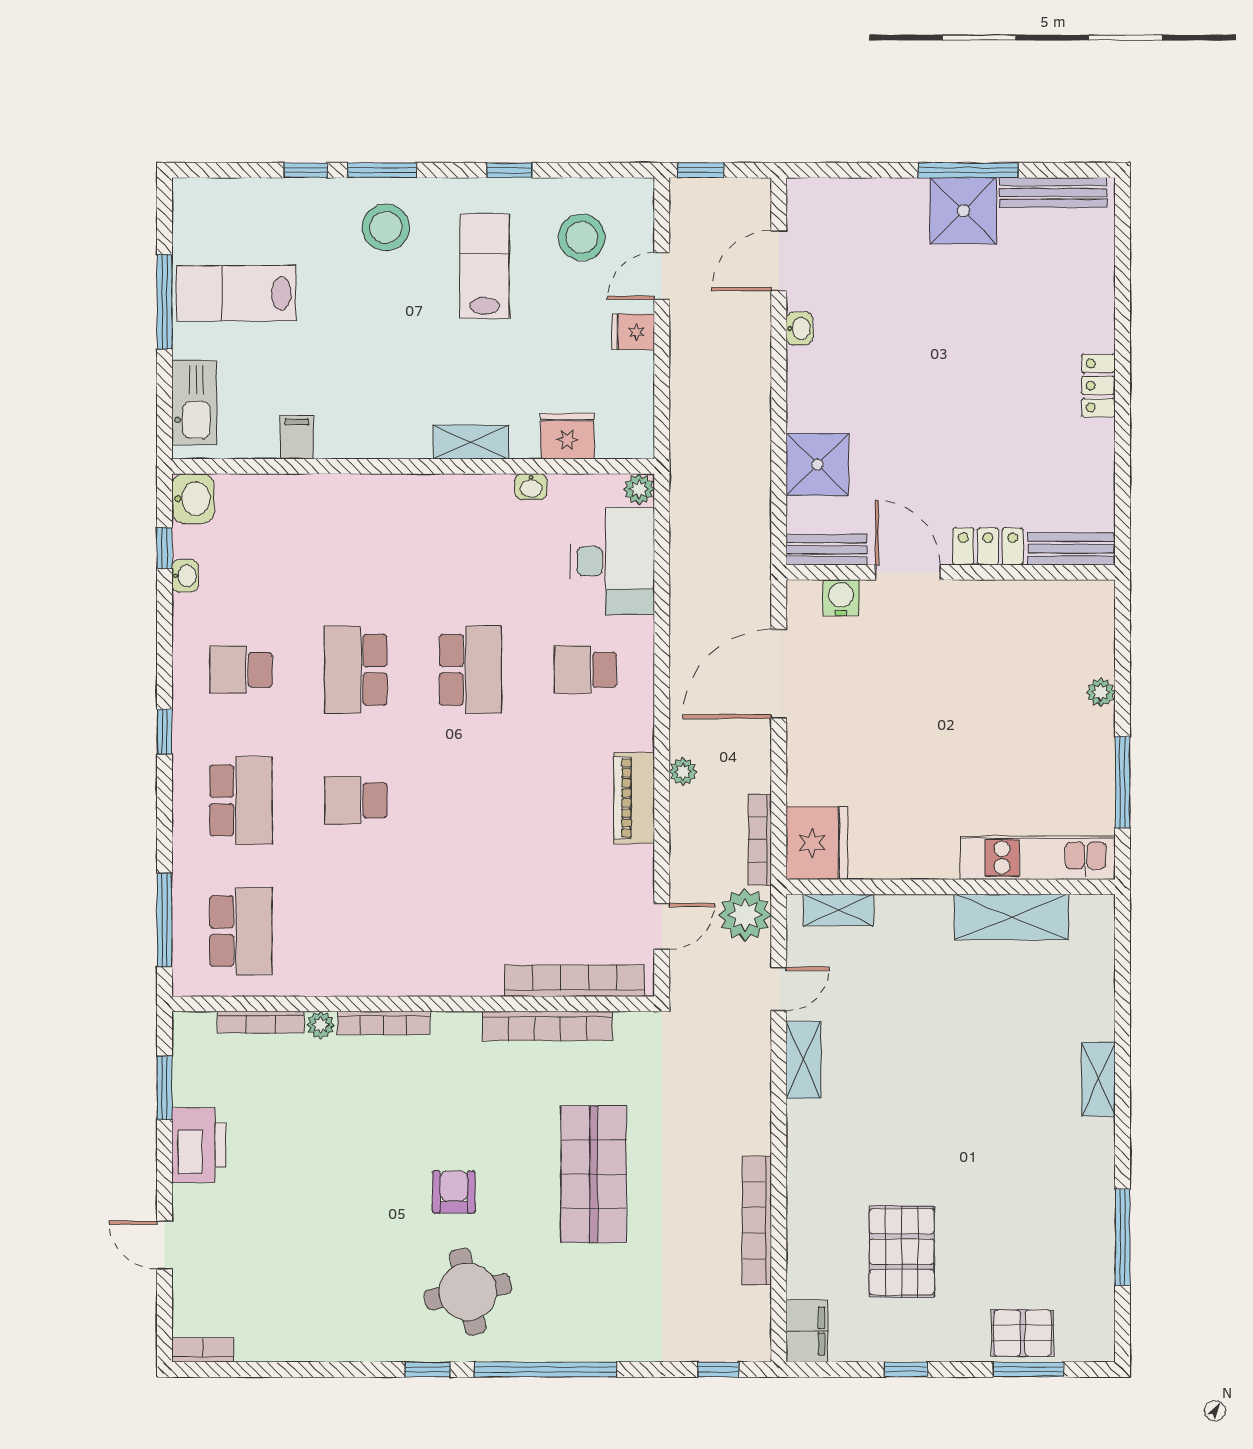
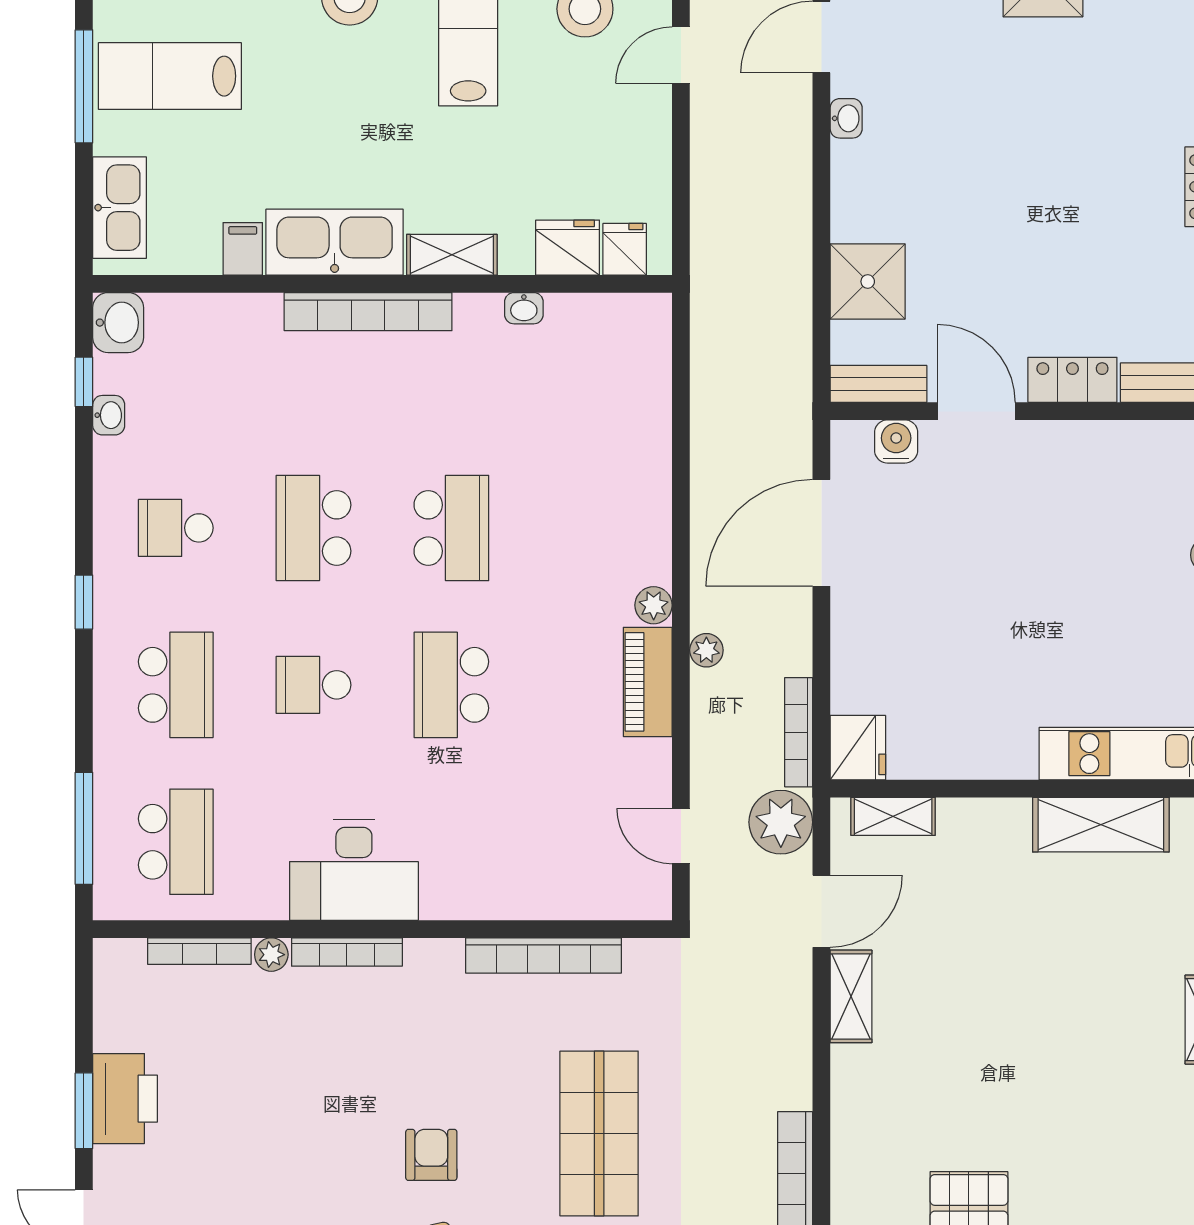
fridge: (633, 332) -> (625, 249), moved, turned 90
kitchen sink: (373, 432) -> (335, 242), added
plant: (639, 489) -> (654, 605), moved
desk: (612, 561) -> (354, 870), moved, turned 90
school desk: (585, 670) -> (451, 685), moved, width x1.85
fridge: (817, 843) -> (858, 748), width x0.73, depth x0.75
door: (662, 926) -> (681, 836), swing flipped
bookcase: (575, 981) -> (368, 312), moved, turned 180
door: (779, 989) -> (821, 911), width x1.38
window: (165, 1088) -> (84, 1111), moved

